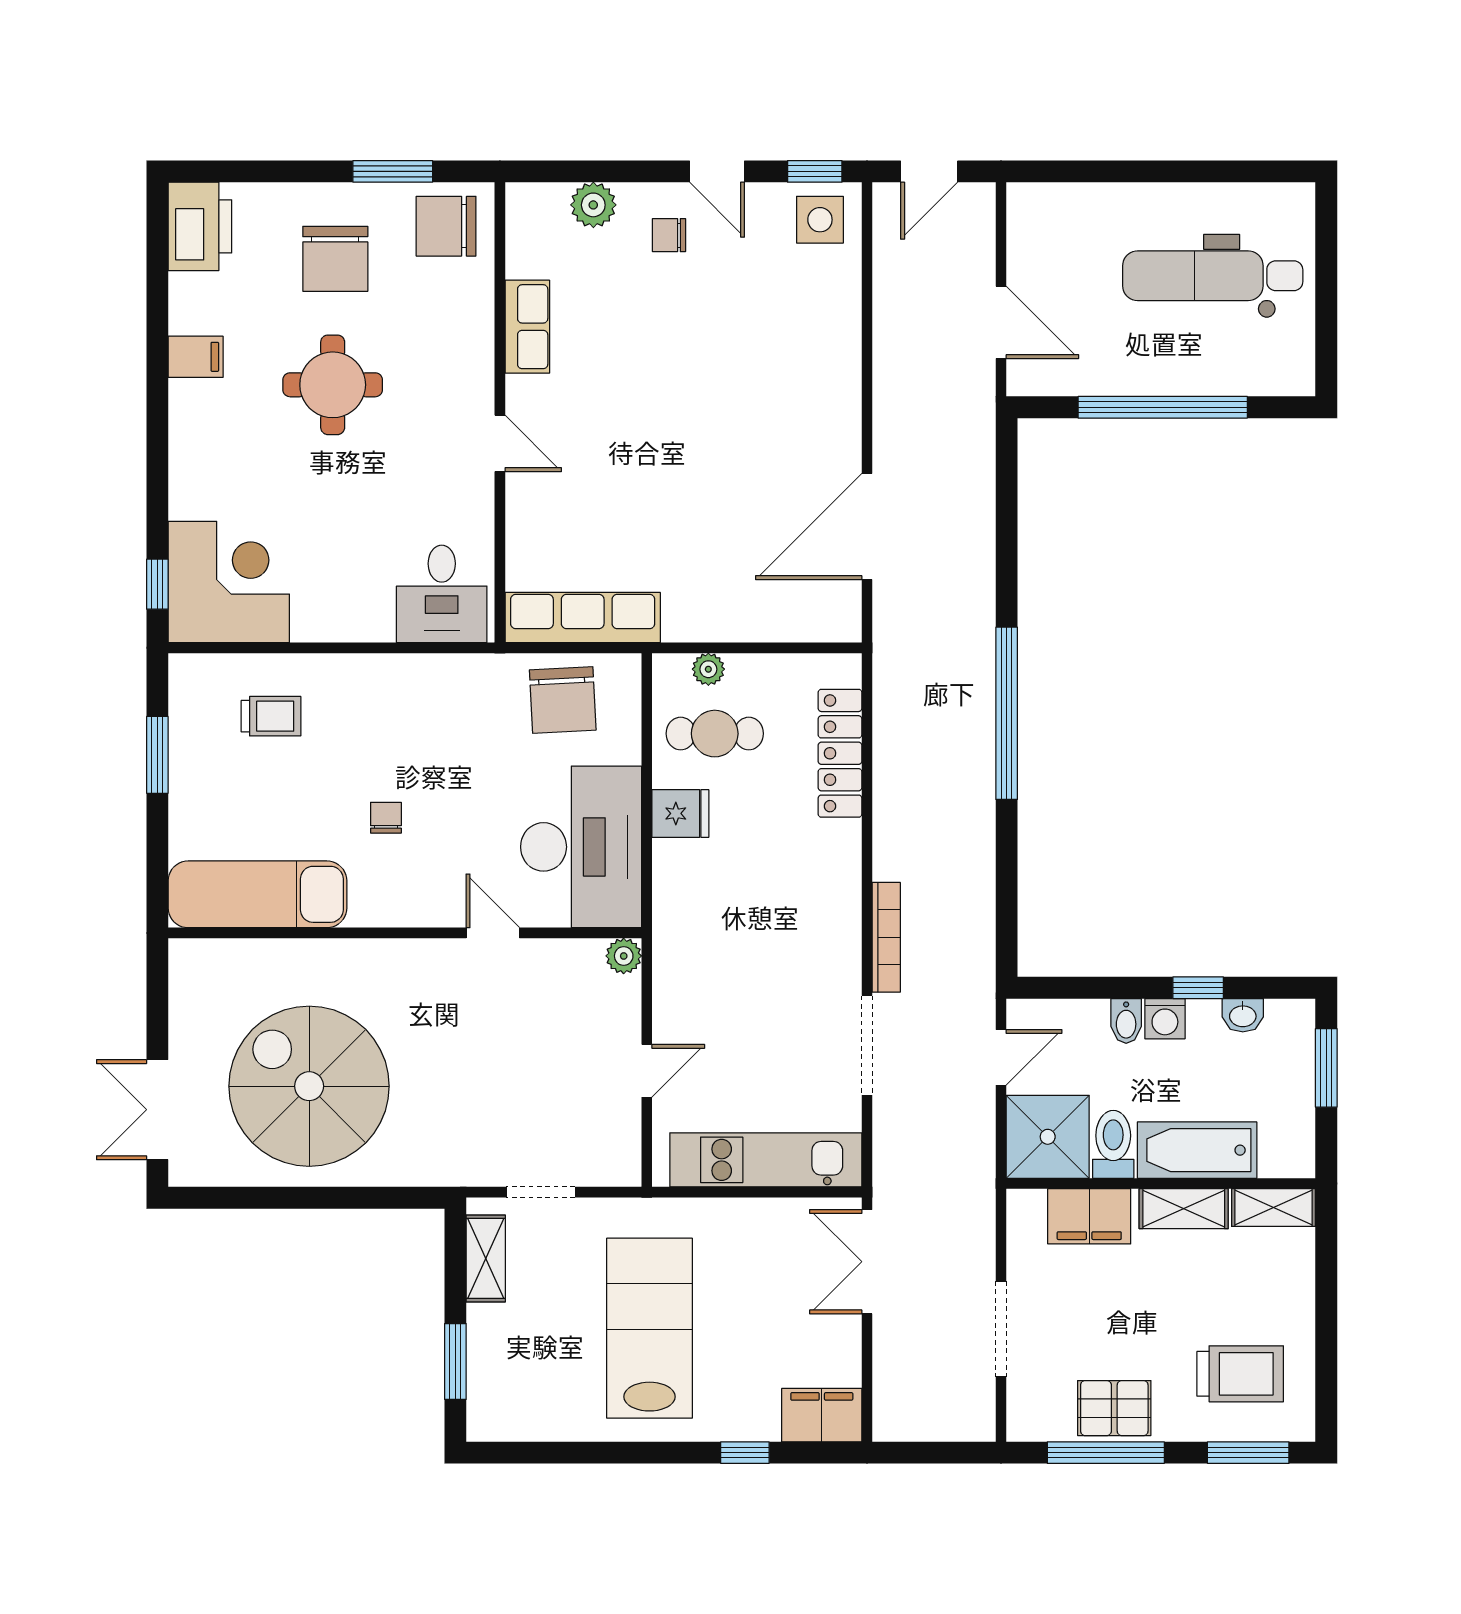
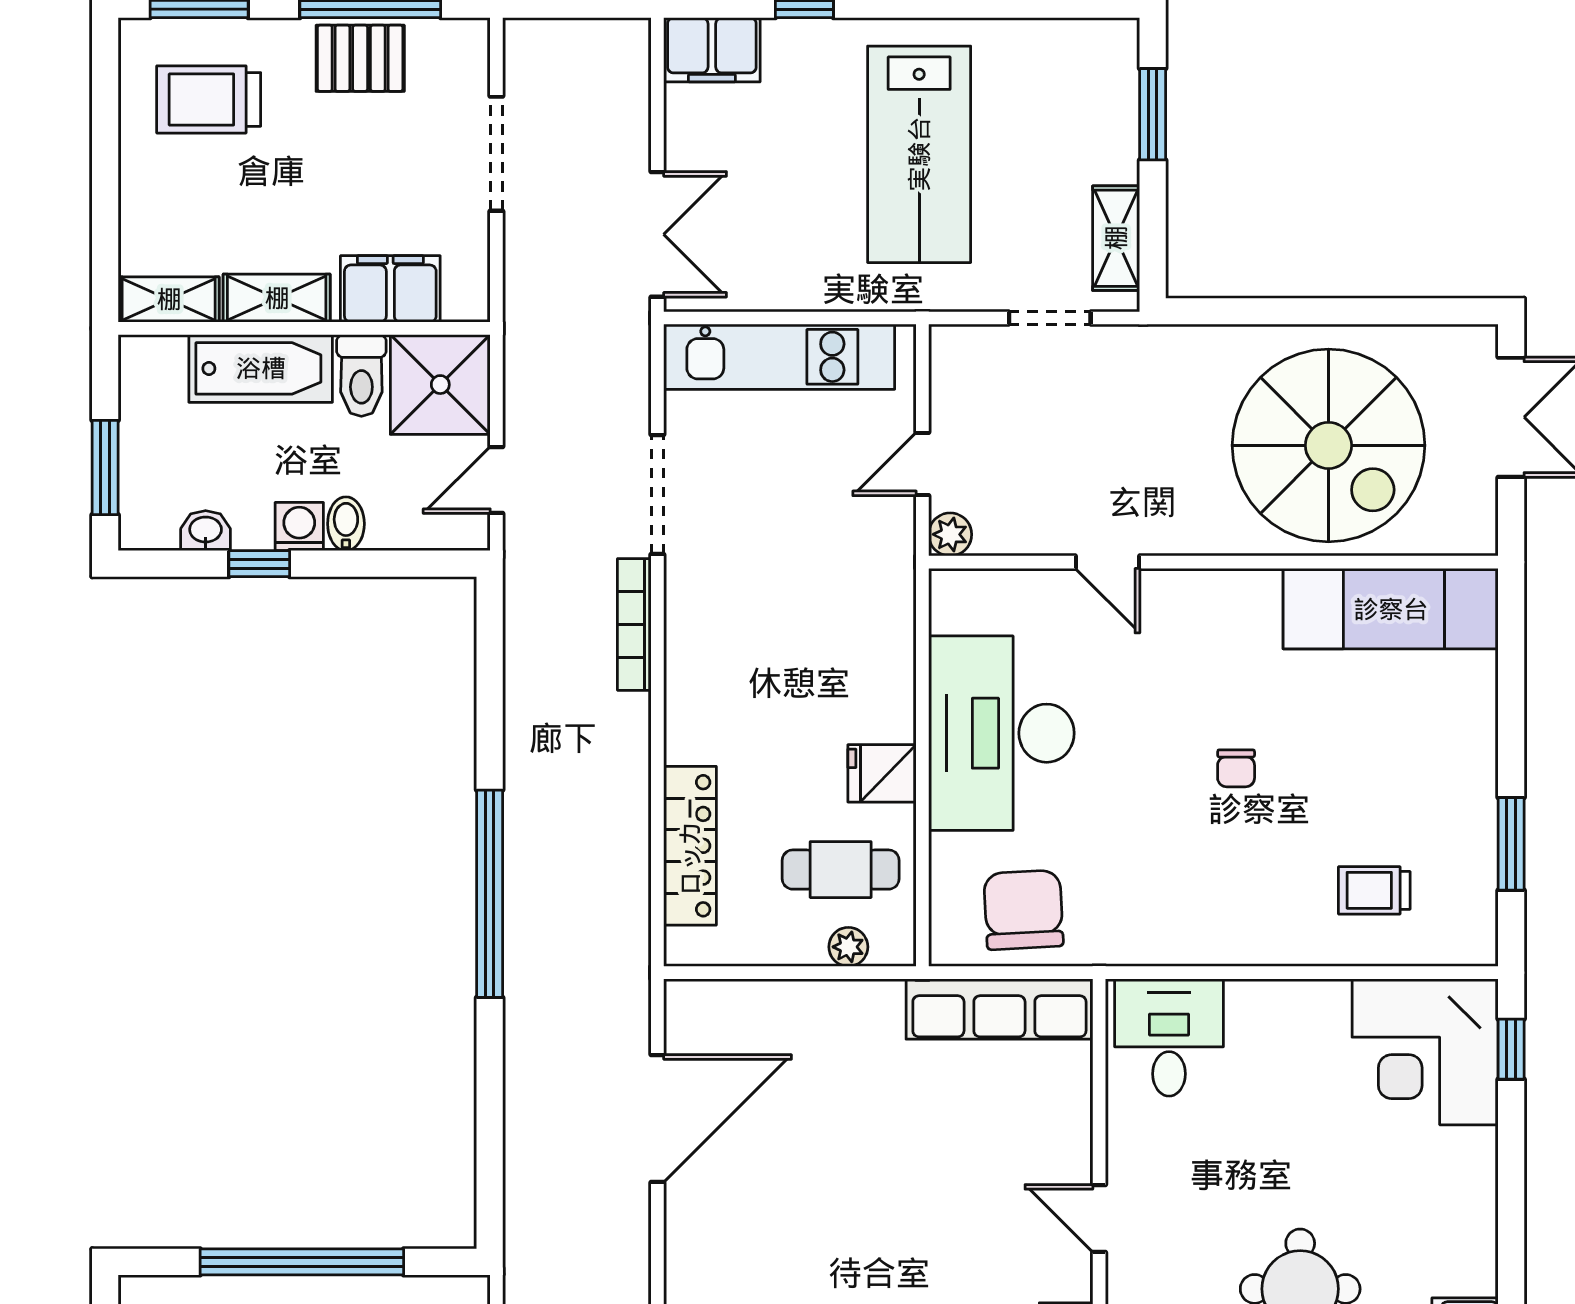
exam couch: (257, 894) -> (1391, 609), moved
wall: (405, 933) -> (1213, 562), moved
door: (493, 933) -> (1107, 562), moved
plant: (624, 956) -> (950, 534), moved

